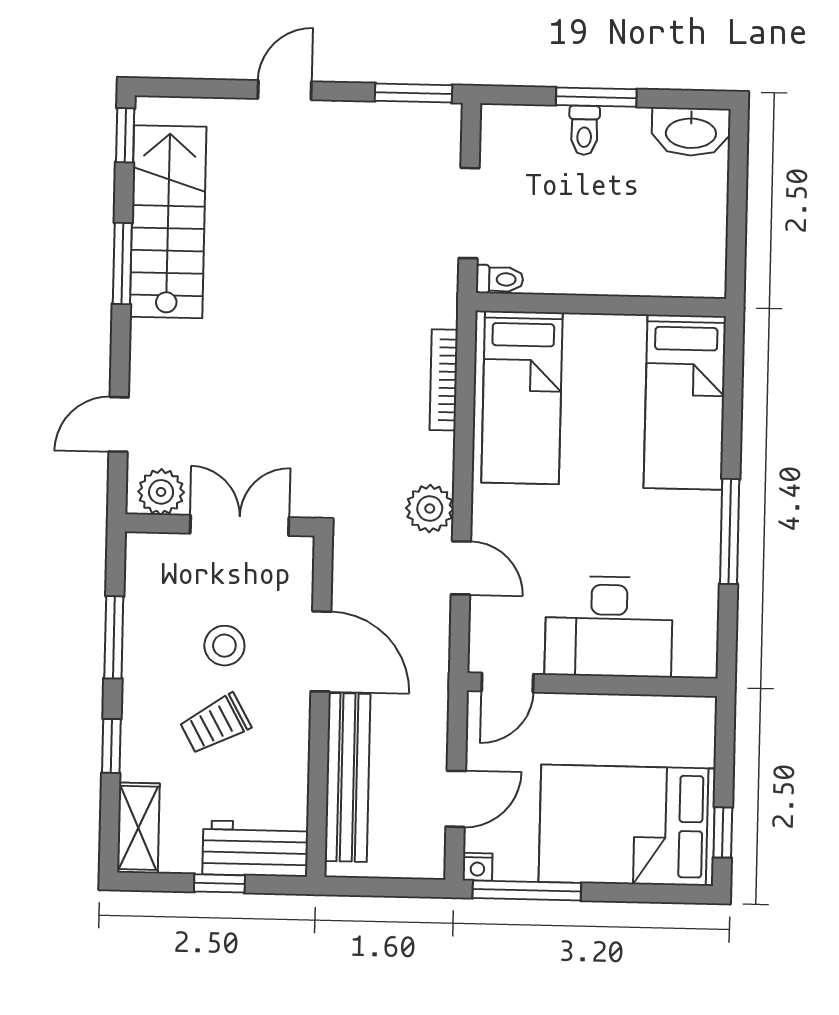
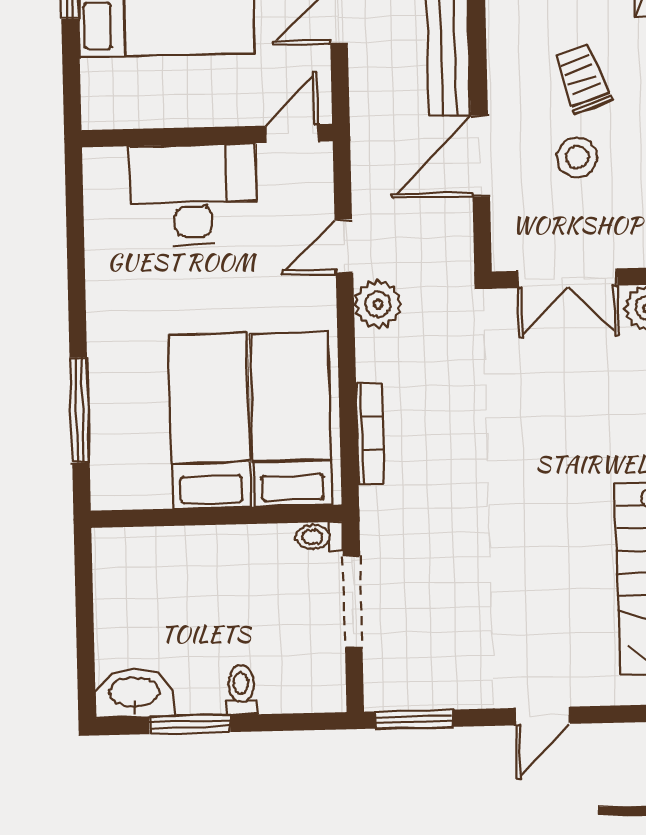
window: (596, 97) -> (190, 725), moved
bed: (685, 402) -> (210, 421), moved
window: (730, 531) -> (80, 410), moved
door: (461, 568) -> (344, 246), hinge flipped
door: (321, 651) -> (480, 156), hinge flipped
trolley: (215, 724) -> (583, 79), turned -81

